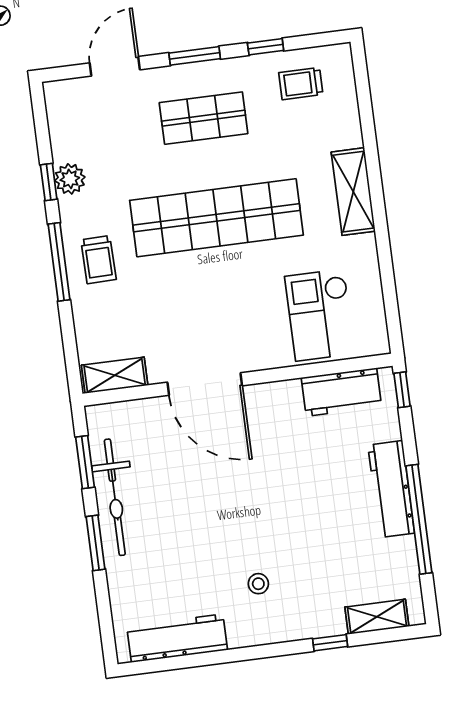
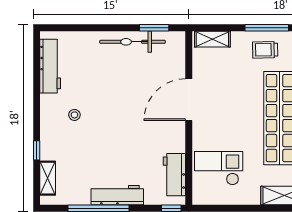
shelving: (115, 375) -> (212, 39), moved, turned 90
window: (96, 543) -> (109, 28), removed

